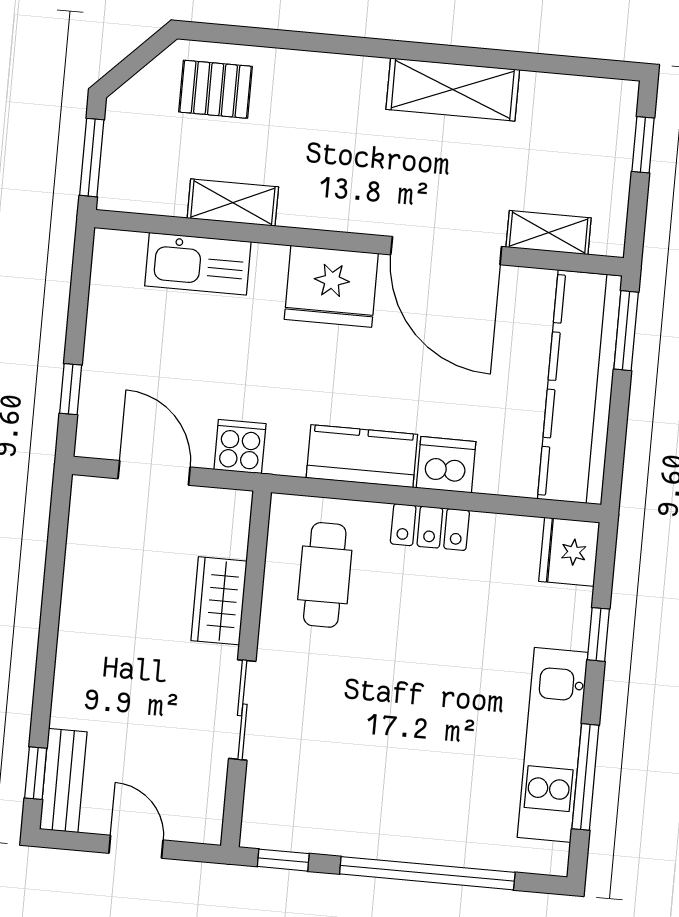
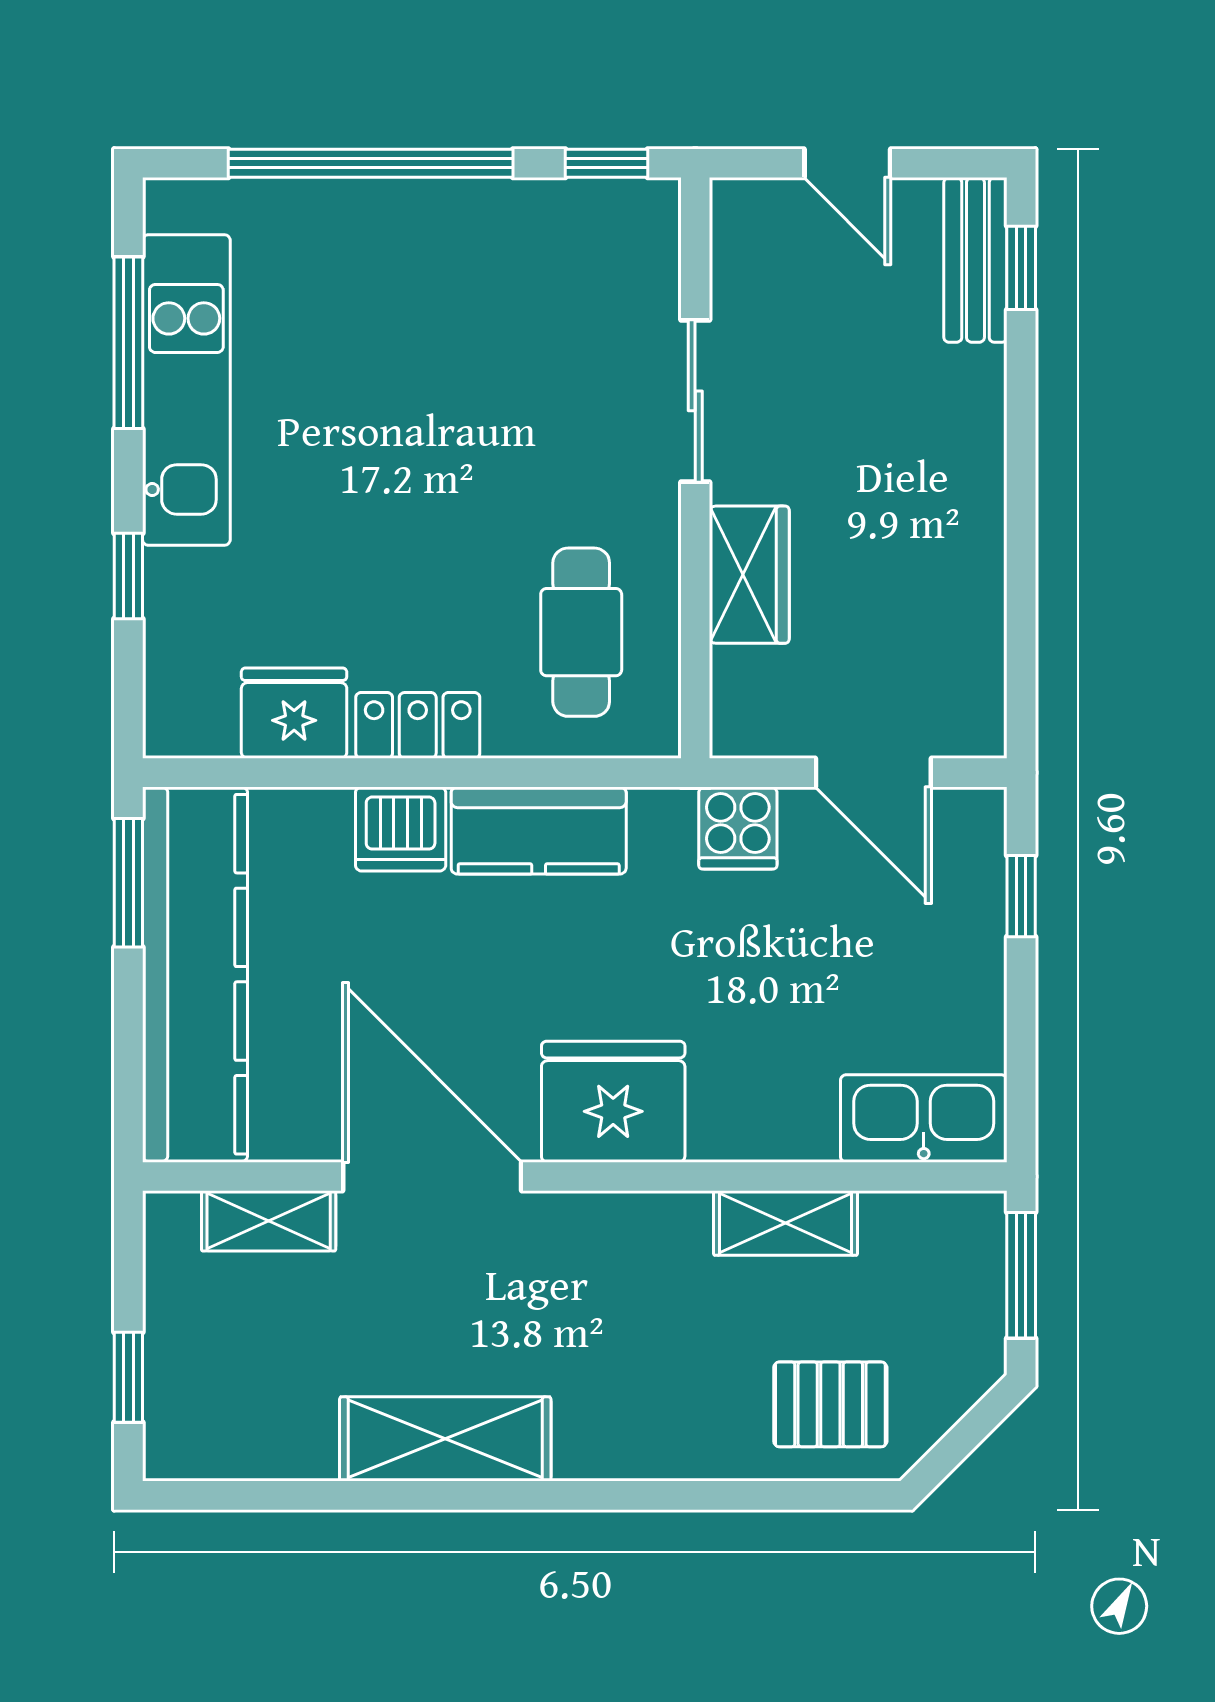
kitchen sink: (198, 264) -> (924, 1118), moved
window: (626, 331) -> (128, 883), moved
fridge: (569, 552) -> (294, 713), moved, turned -90

